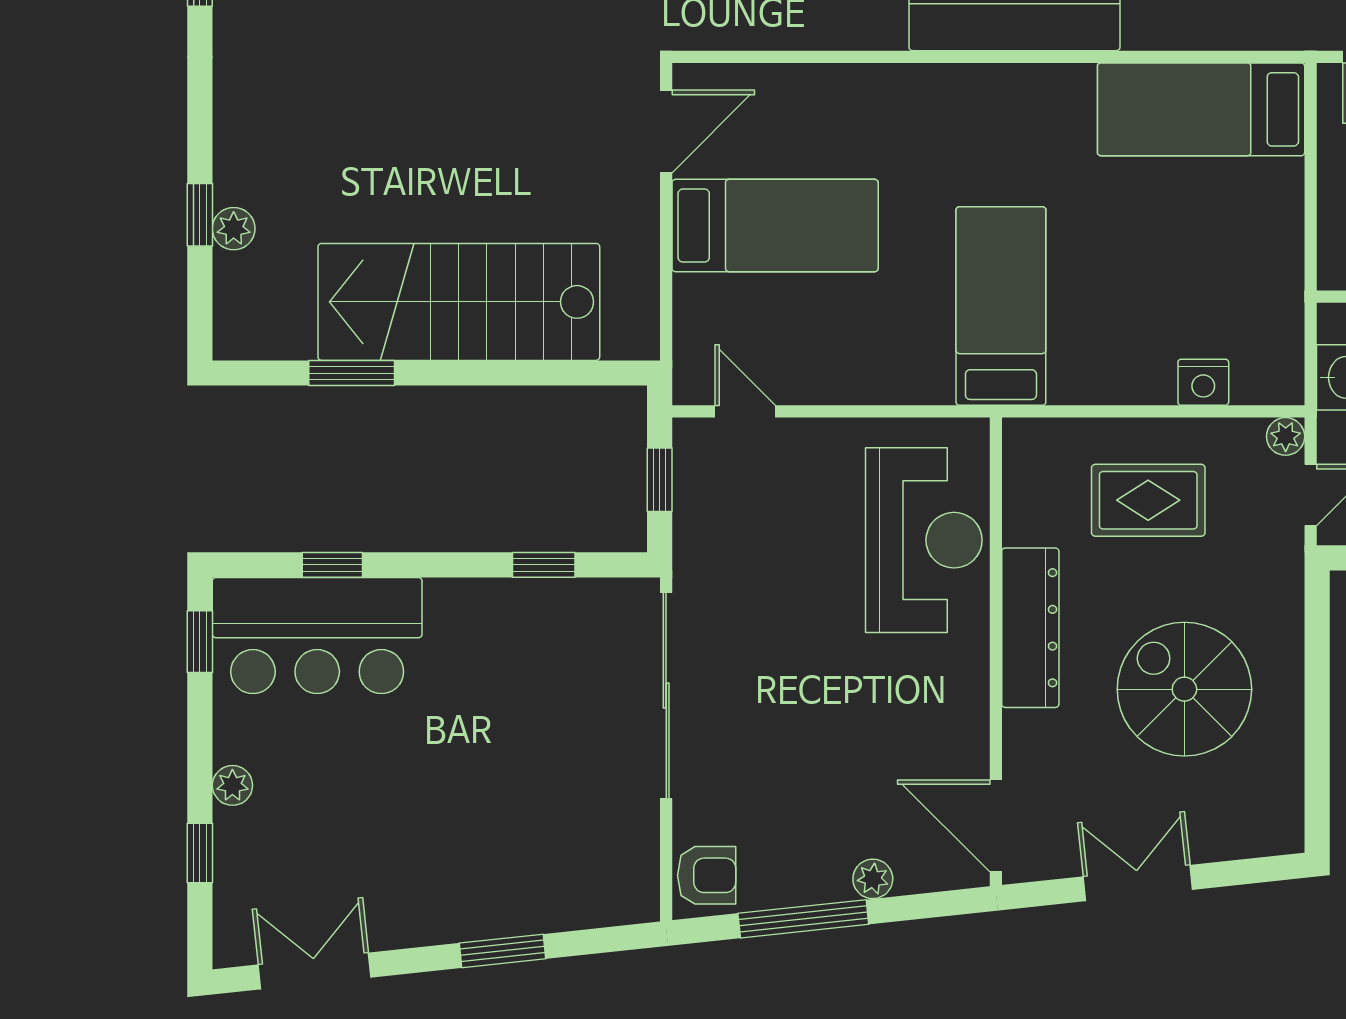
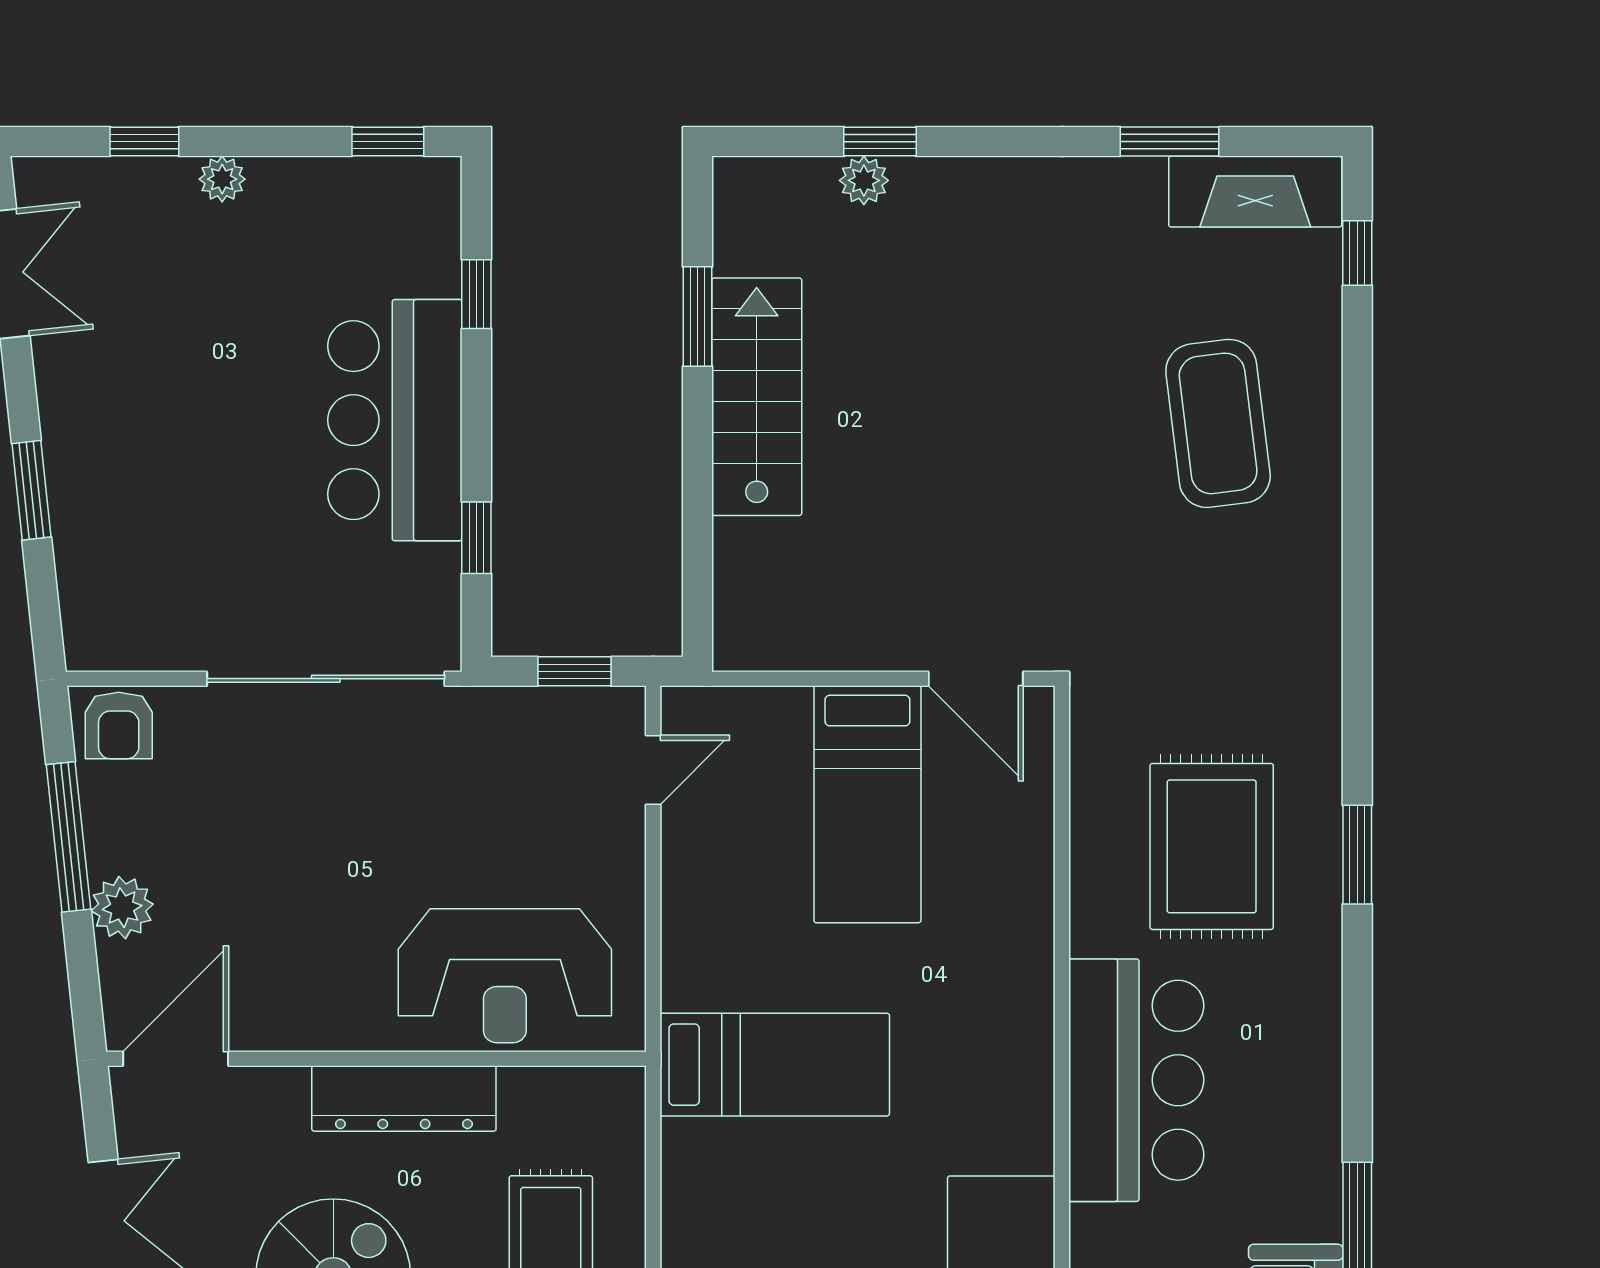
stairs: (459, 302) -> (757, 397), width x0.73, depth x0.66
bar counter: (317, 636) -> (395, 420), moved
plant: (873, 879) -> (122, 908), width x1.38, depth x1.38

